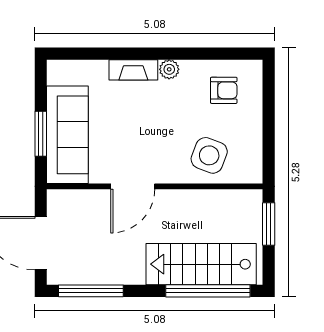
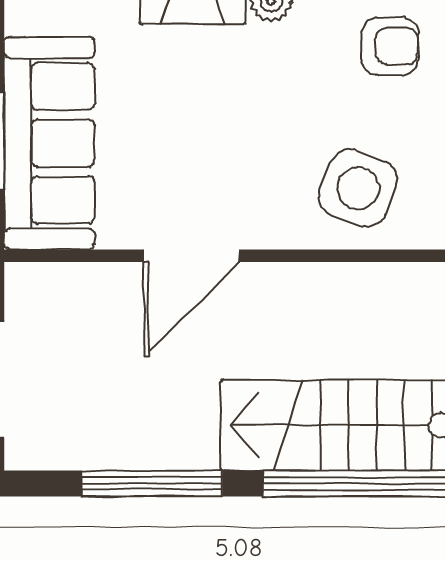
window: (91, 291) -> (152, 483), moved

